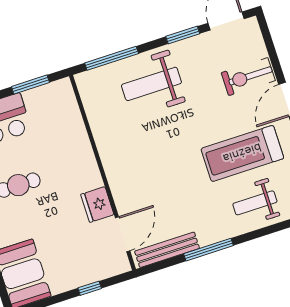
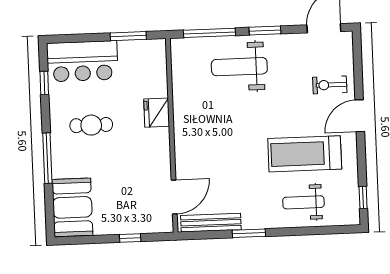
window: (183, 35) -> (265, 31), moved
exercise bike: (248, 77) -> (330, 85), width x0.73, depth x0.72
fridge: (97, 204) -> (157, 113), moved
window: (209, 250) -> (249, 233), width x0.69

